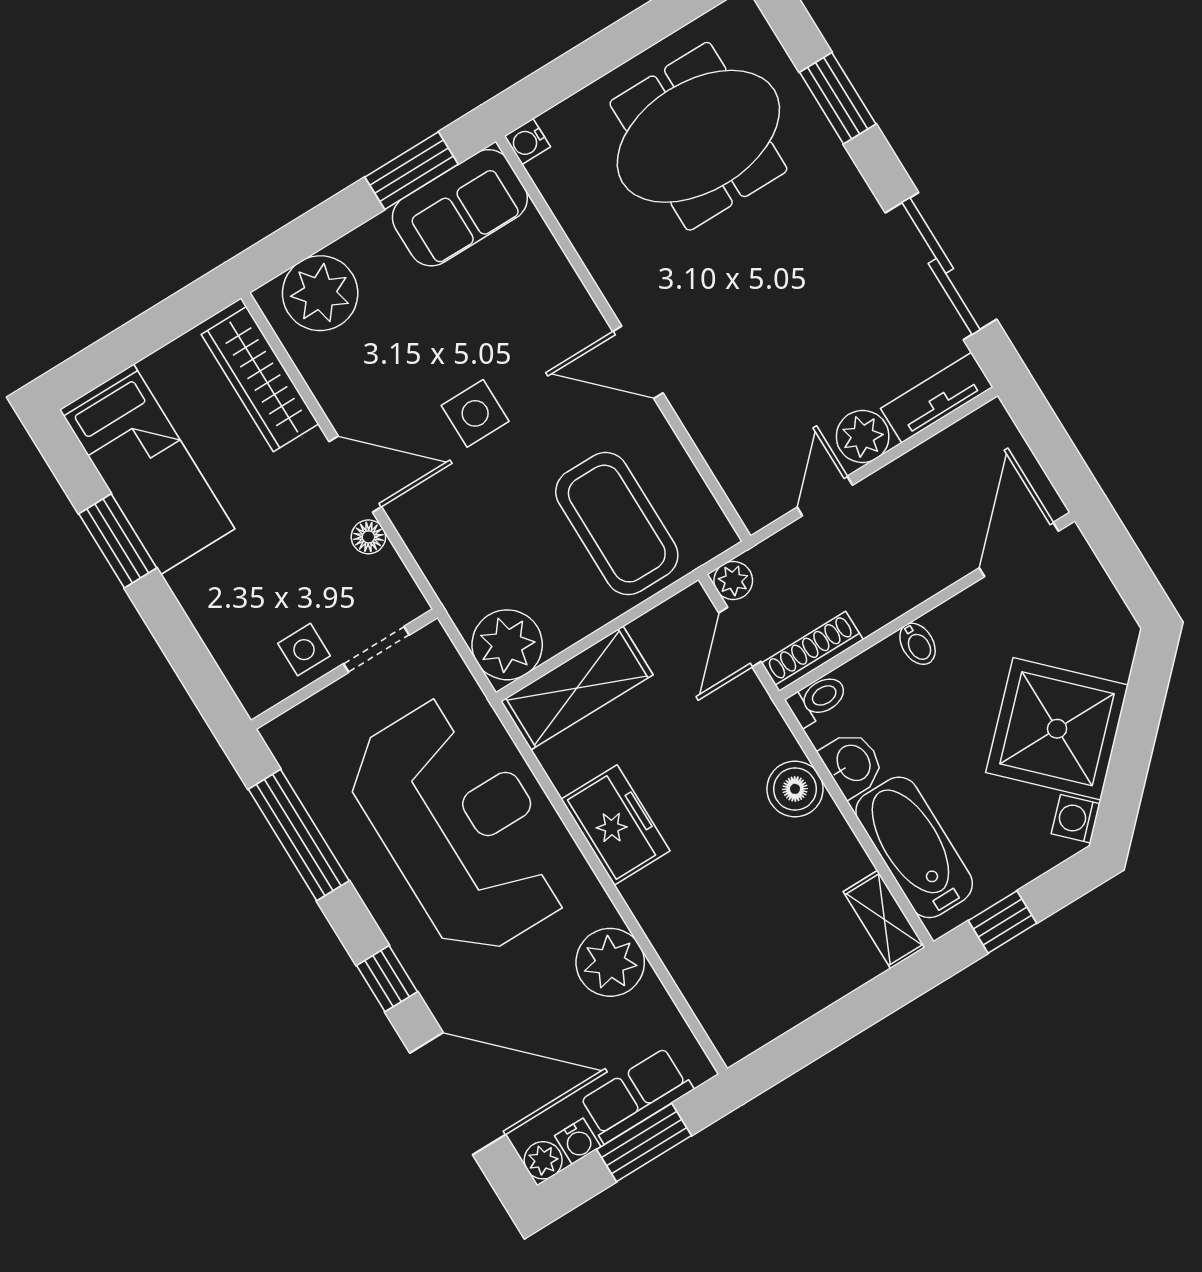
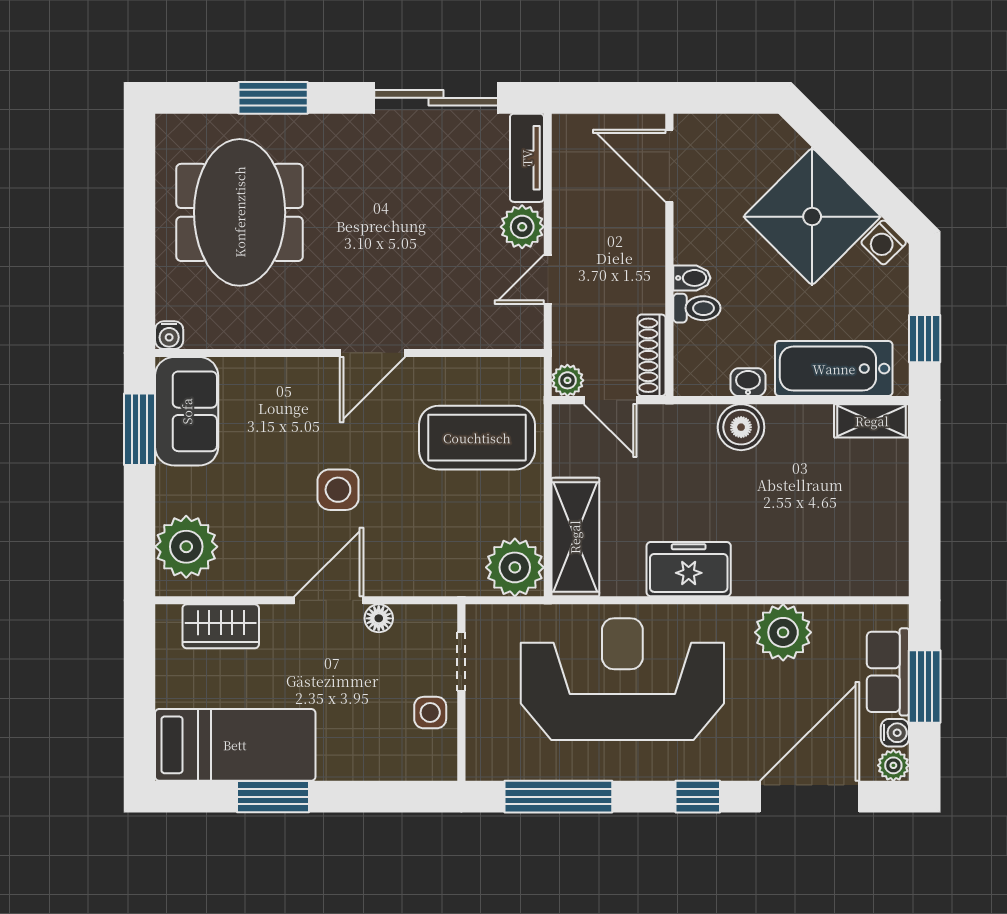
wardrobe: (260, 379) -> (221, 626), width x0.67
door: (825, 496) -> (548, 279), hinge flipped
toilet: (817, 700) -> (697, 308), moved, turned 90
washbasin: (852, 764) -> (748, 382), width x0.72, depth x0.69

